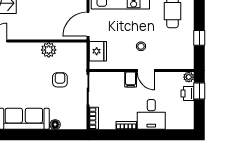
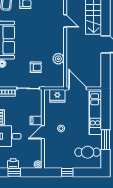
window: (199, 91) -> (14, 172), moved
printer: (187, 93) -> (13, 164), moved

